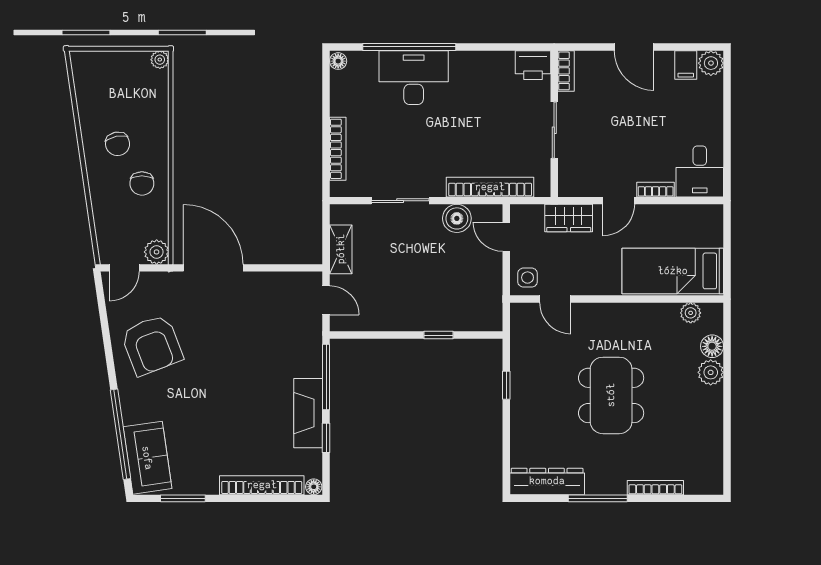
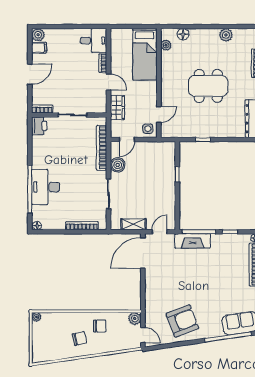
door: (213, 268) -> (143, 253), moved
plant: (711, 372) -> (226, 35), moved
fireplace: (308, 413) -> (193, 241), moved

